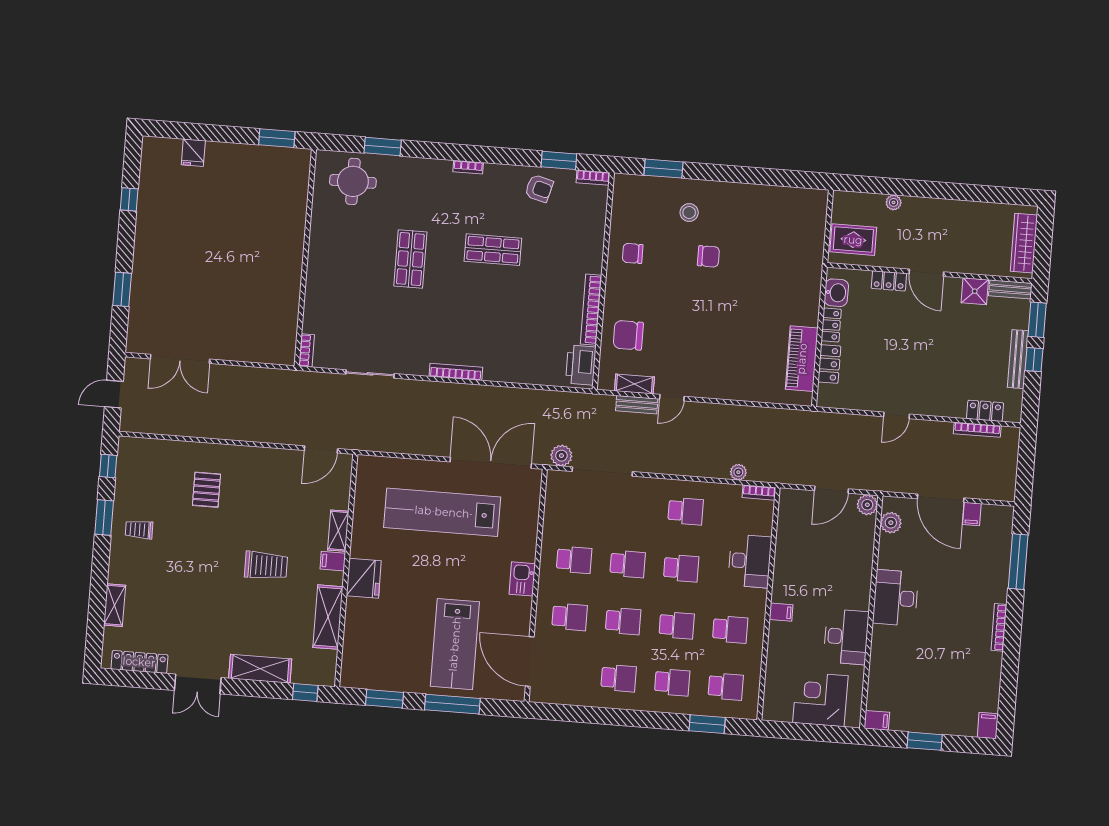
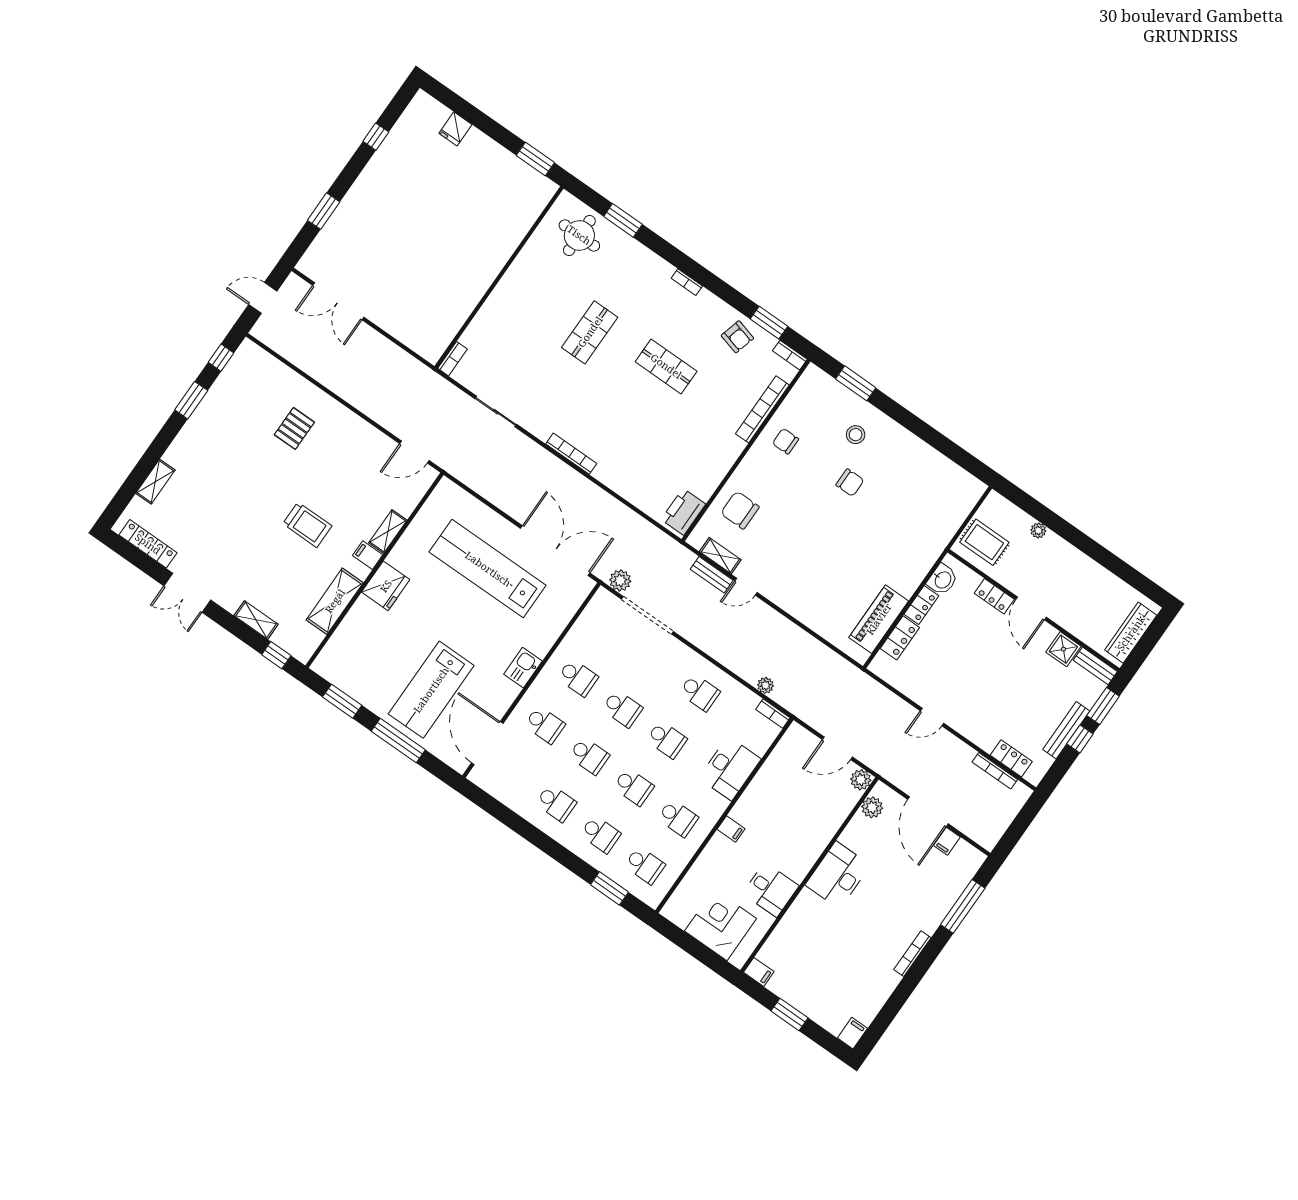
bookcase: (591, 310) -> (762, 409), moved
trolley: (139, 530) -> (215, 429), removed
desk: (846, 637) -> (771, 890), width x0.73
shelving: (260, 669) -> (256, 620), width x0.67, depth x0.75

